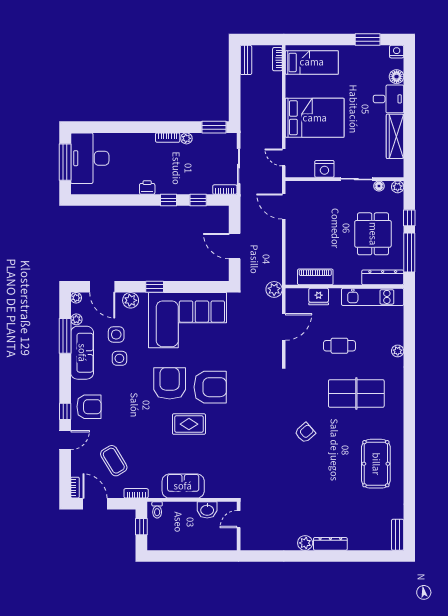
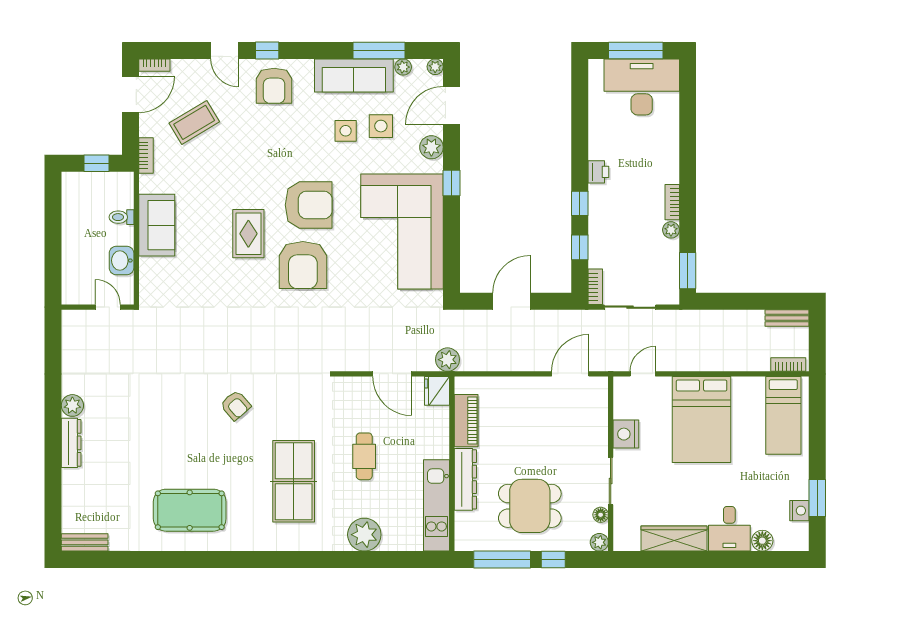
nightstand: (397, 52) -> (799, 511), moved
dresser: (383, 277) -> (465, 479), moved
fridge: (319, 297) -> (437, 391), moved
plant: (398, 351) -> (364, 535), width x1.88, depth x1.88
toilet: (157, 510) -> (121, 217), moved

